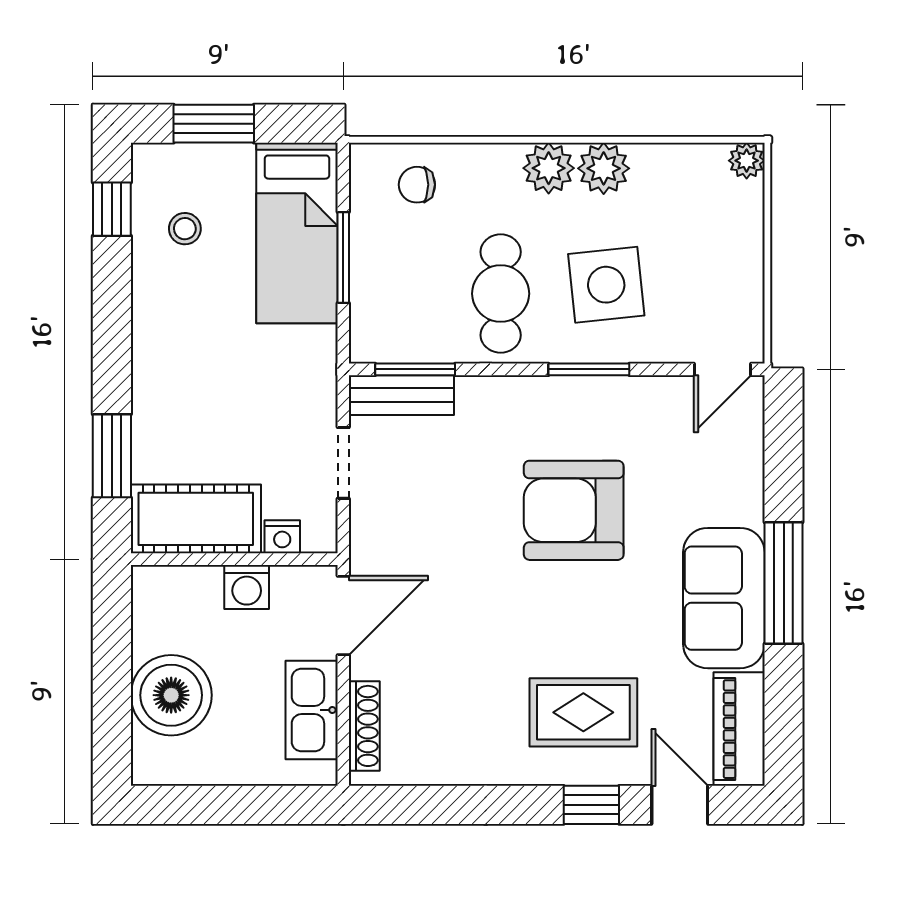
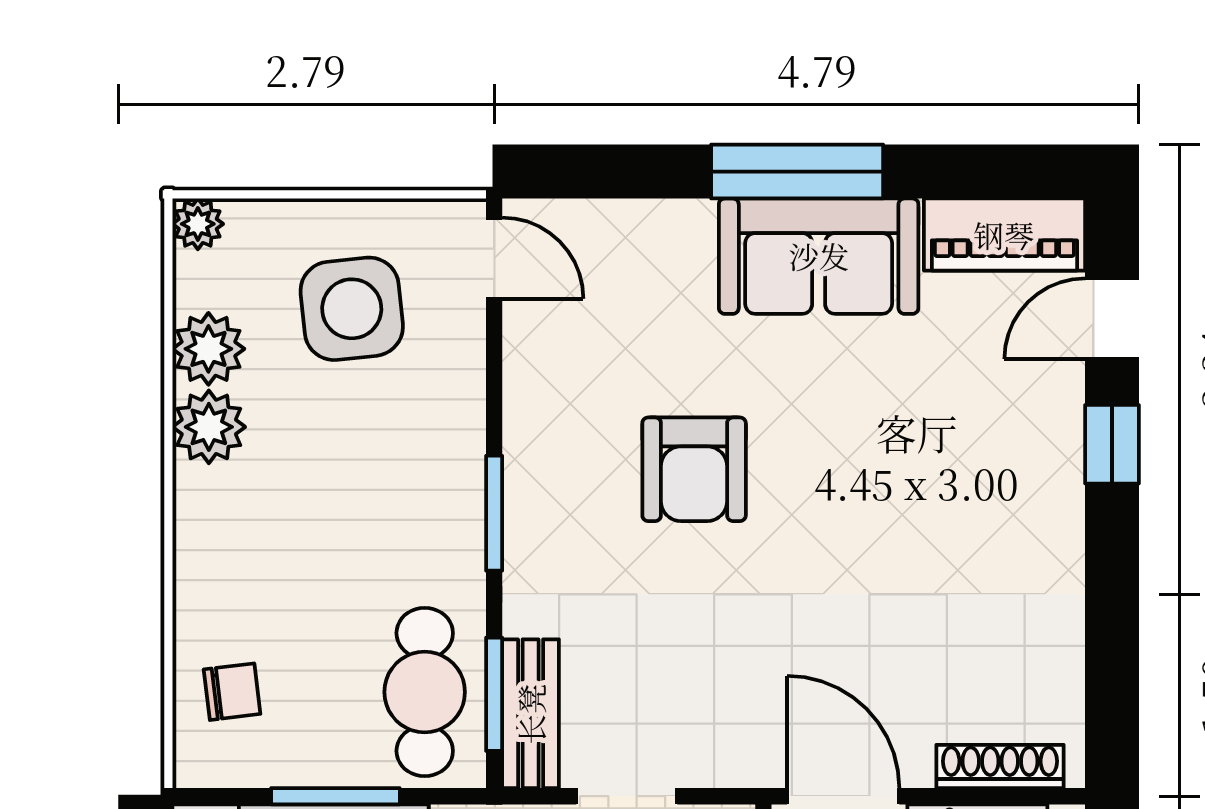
plant: (549, 168) -> (208, 349), moved
chair: (417, 185) -> (232, 692), turned -97
side table: (606, 285) -> (352, 309), moved
cafe table: (501, 294) -> (425, 692), moved, turned 90
window: (589, 369) -> (494, 513), moved
armchair: (574, 510) -> (694, 469), width x0.73, depth x0.73
rug: (583, 712) -> (981, 456), removed

